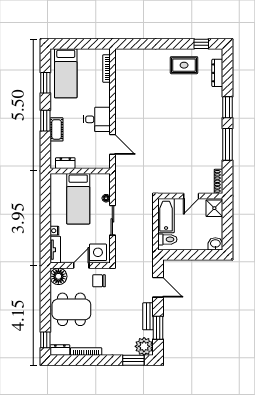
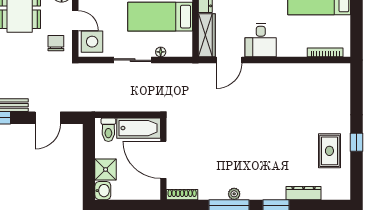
window: (201, 44) -> (356, 142), moved
dresser: (217, 73) -> (304, 193), moved
plant: (218, 140) -> (234, 194), added
wardrobe: (93, 162) -> (207, 35), added
door: (191, 196) -> (163, 160), width x1.88
shower: (214, 208) -> (106, 170), moved

